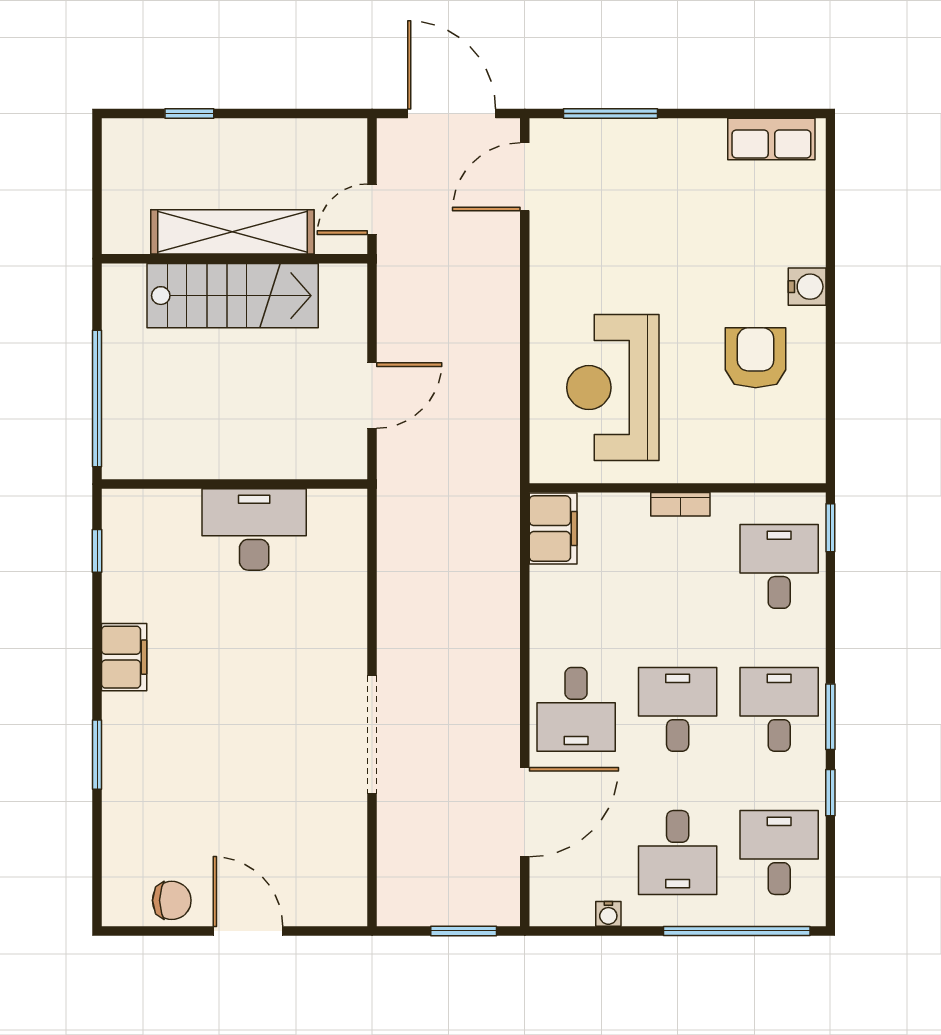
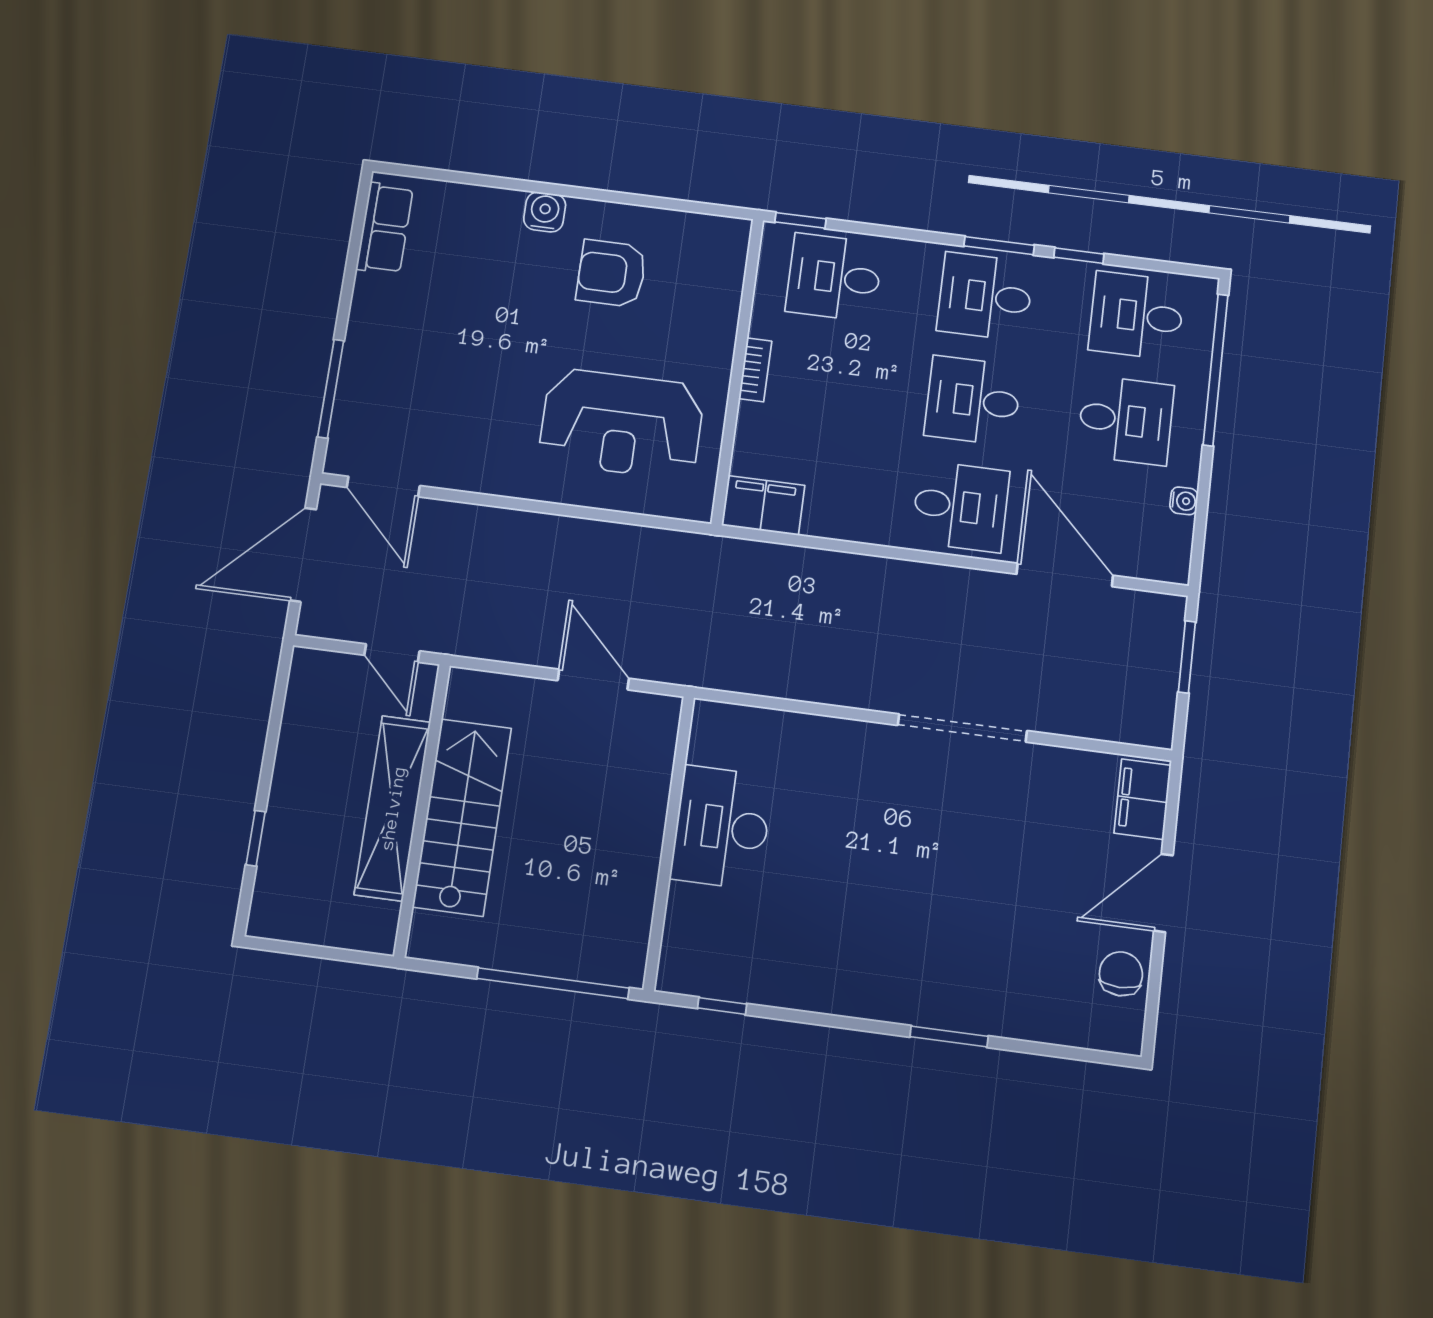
filing cabinet: (124, 657) -> (1143, 799), moved, turned -90

